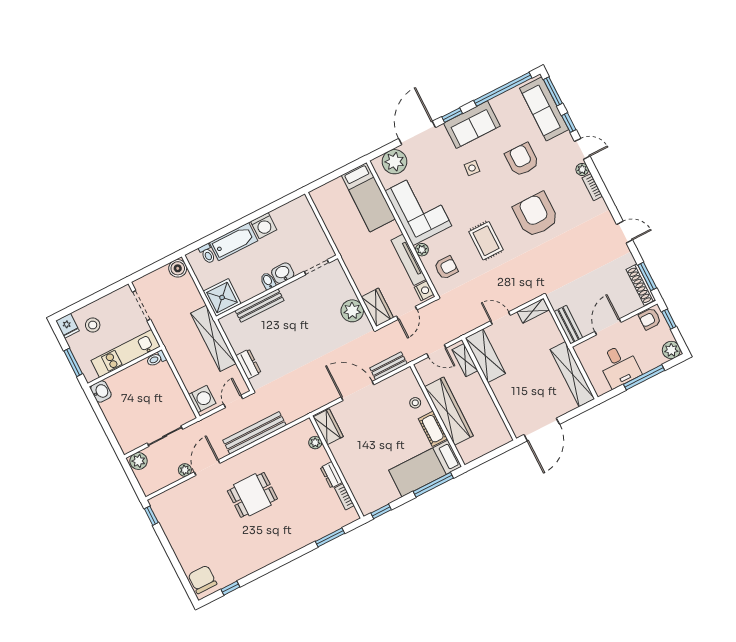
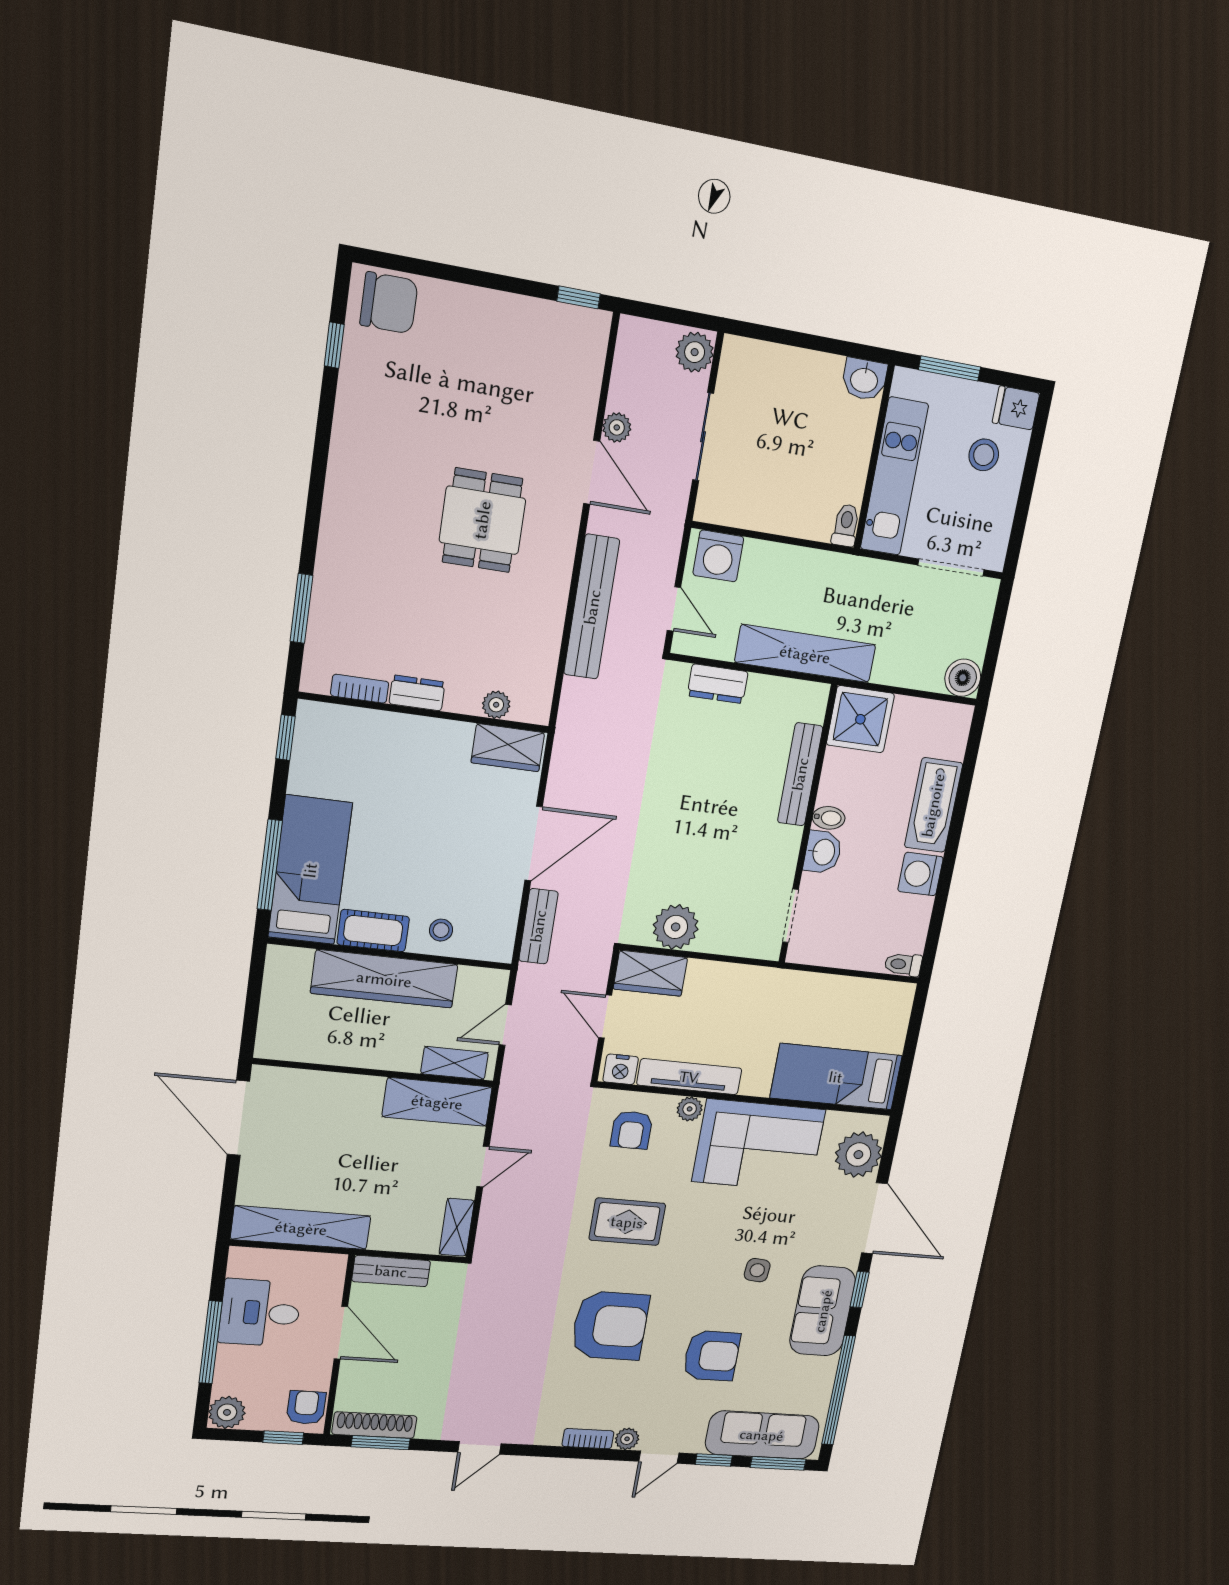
toilet: (207, 254) -> (903, 964), moved

